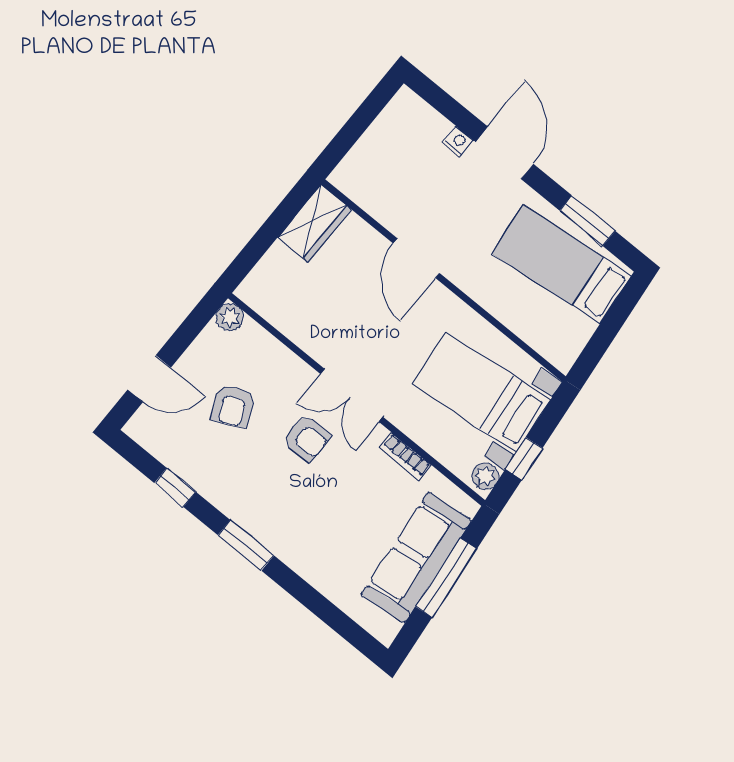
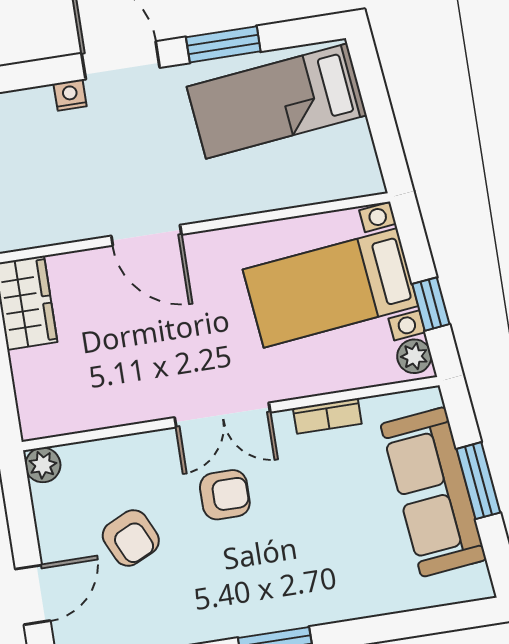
window: (587, 221) -> (223, 44), moved
window: (446, 578) -> (478, 481), width x0.69

